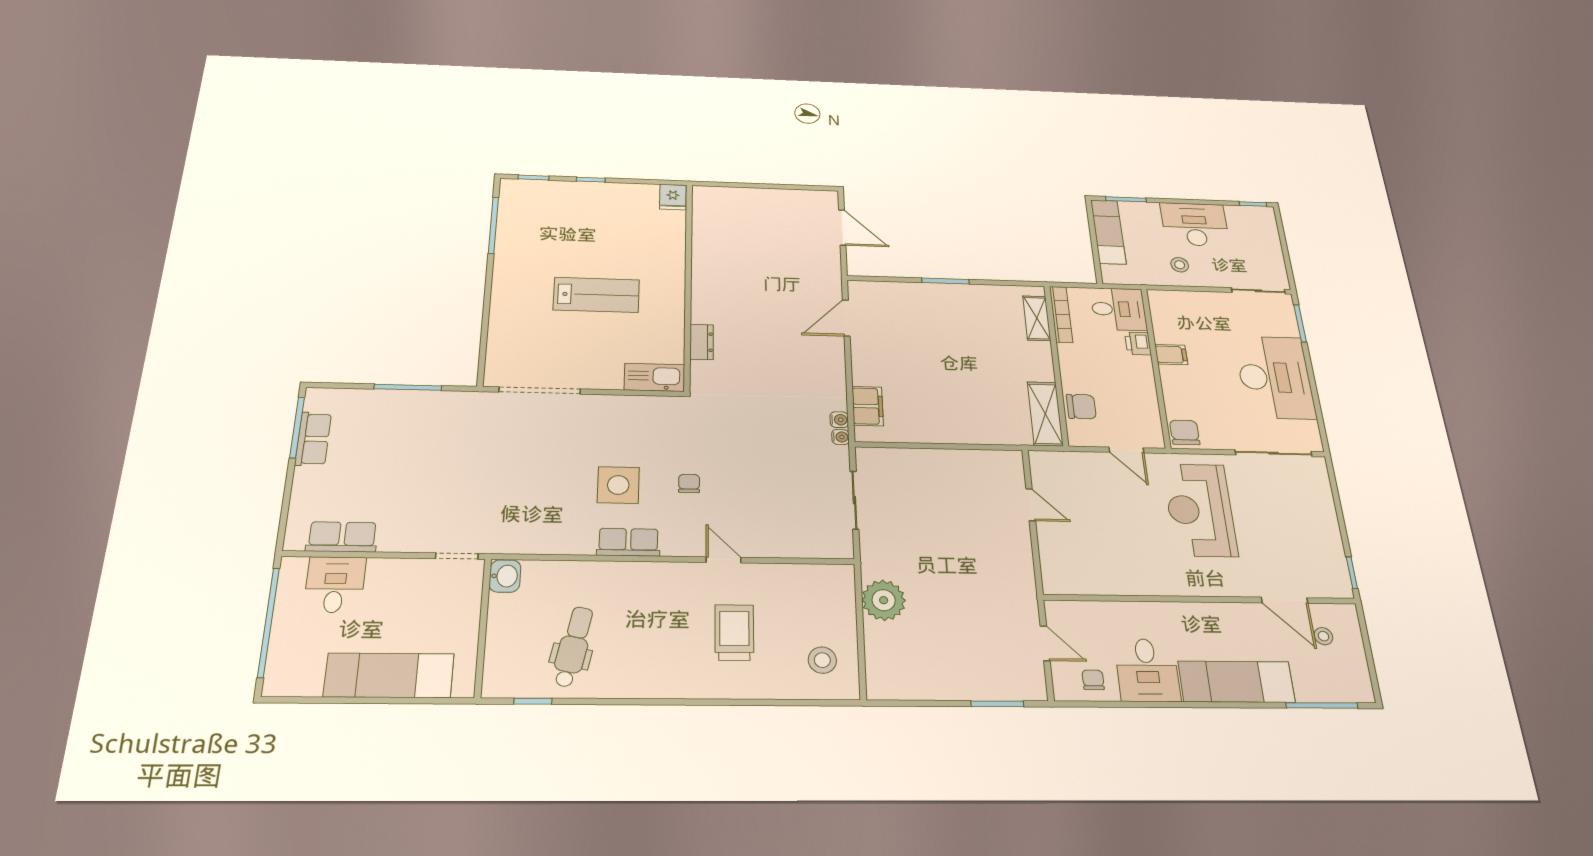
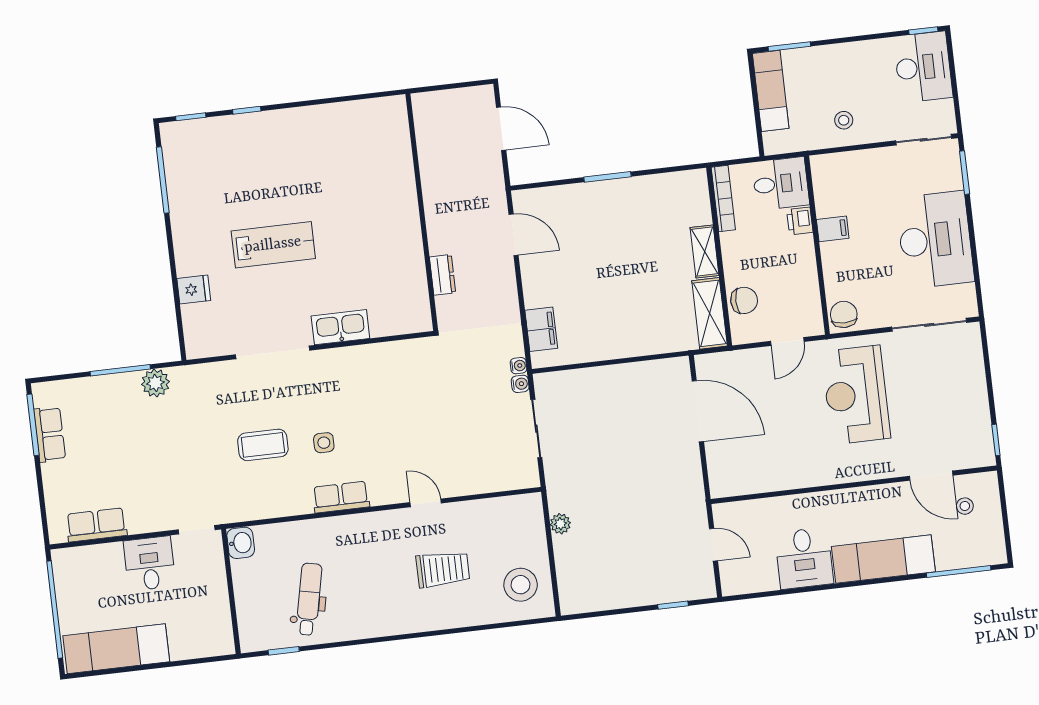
fridge: (673, 197) -> (194, 289), moved, turned -90
desk: (1195, 224) -> (923, 67), moved, turned 90
wall: (688, 285) -> (422, 212), moved
door: (846, 318) -> (514, 235), swing flipped
shelving: (1037, 318) -> (705, 252), moved
dresser: (702, 342) -> (443, 275), moved
doorway: (540, 390) -> (273, 352), moved
plant: (444, 404) -> (155, 383), added
water cooler: (839, 420) -> (520, 384), moved
door: (1126, 450) -> (787, 341), hinge flipped
coffee table: (550, 479) -> (263, 445), added
chair: (689, 483) -> (386, 432), removed
side table: (618, 485) -> (324, 443), width x0.54, depth x0.54
door: (1031, 505) -> (698, 411), width x1.88
desk: (335, 585) -> (150, 564), moved
plant: (884, 600) -> (560, 524), width x0.53, depth x0.53
trolley: (734, 632) -> (443, 569), turned 90
stool: (822, 660) -> (521, 585), width x1.38, depth x1.38
exam couch: (389, 675) -> (116, 649), moved
chair: (1093, 680) -> (756, 573), removed
window: (997, 704) -> (673, 605), width x0.67

